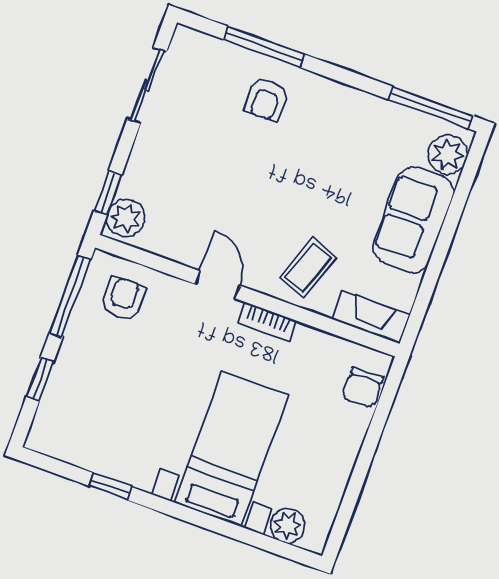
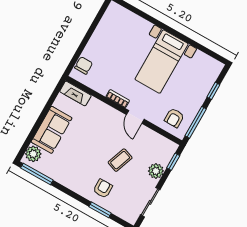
window: (264, 47) -> (100, 210), width x0.69
plant: (126, 218) -> (156, 171), moved
coffee table: (308, 268) -> (120, 160), moved
bed with nightstands: (231, 449) -> (162, 62), moved
window: (110, 486) -> (192, 43), removed
plant: (287, 526) -> (123, 15), removed

